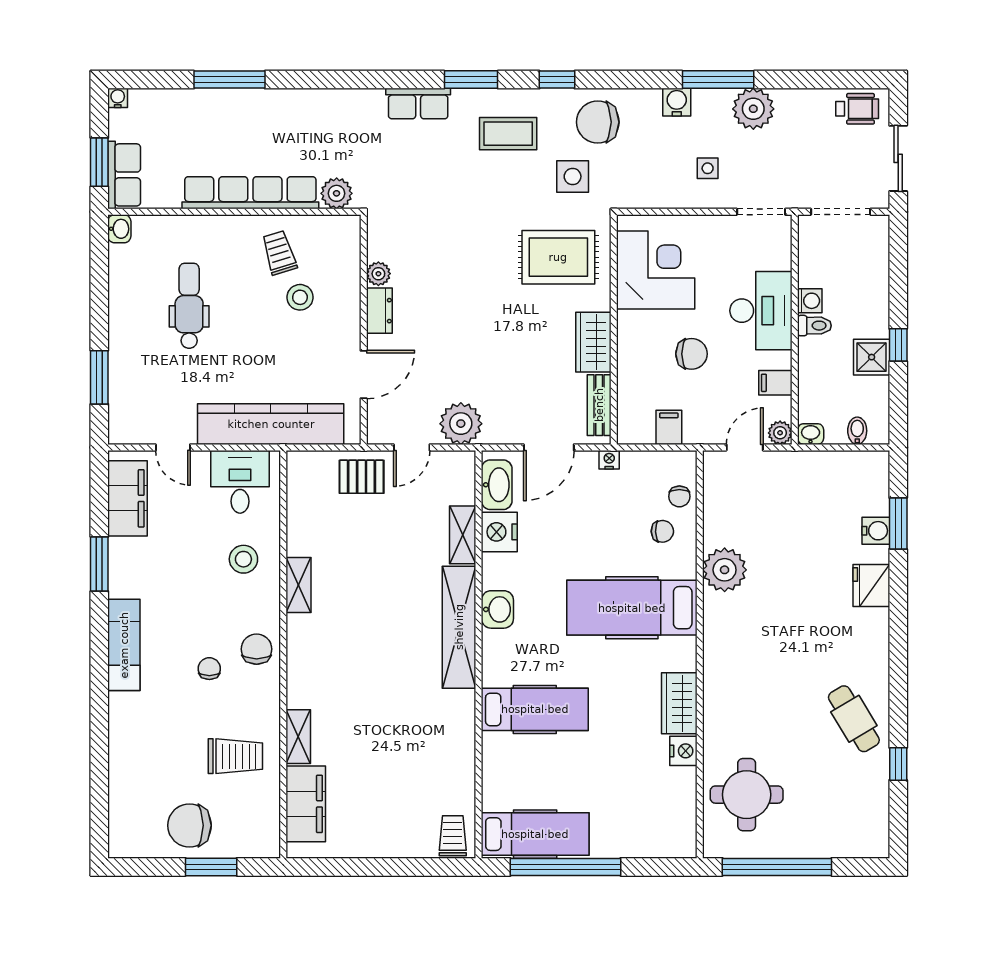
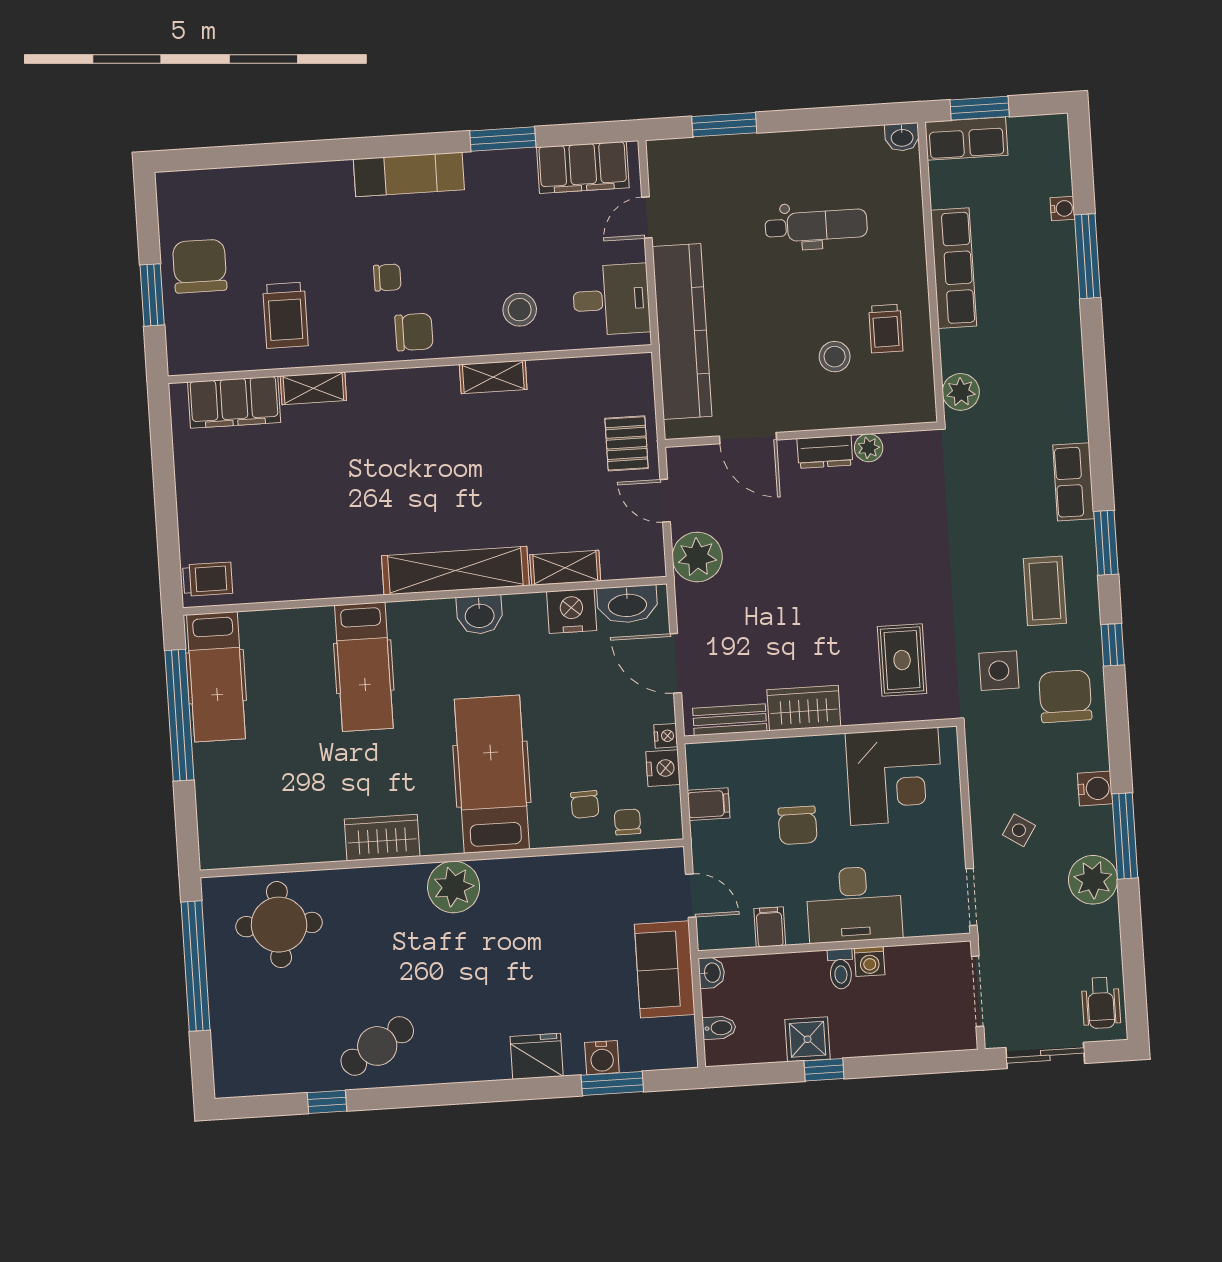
water cooler: (118, 98) -> (1062, 209), moved
side table: (708, 168) -> (1019, 830), turned 33
row of seats: (250, 193) -> (954, 268), width x0.73
trolley: (279, 253) -> (886, 329), turned 107
rug: (558, 257) -> (902, 660), width x0.73, depth x0.70
plant: (780, 433) -> (711, 936), removed
sofa: (805, 473) -> (665, 969), added
chair: (679, 496) -> (628, 822), turned 90
plant: (725, 570) -> (454, 887), moved
nightstand: (683, 751) -> (663, 768), moved, turned -90

